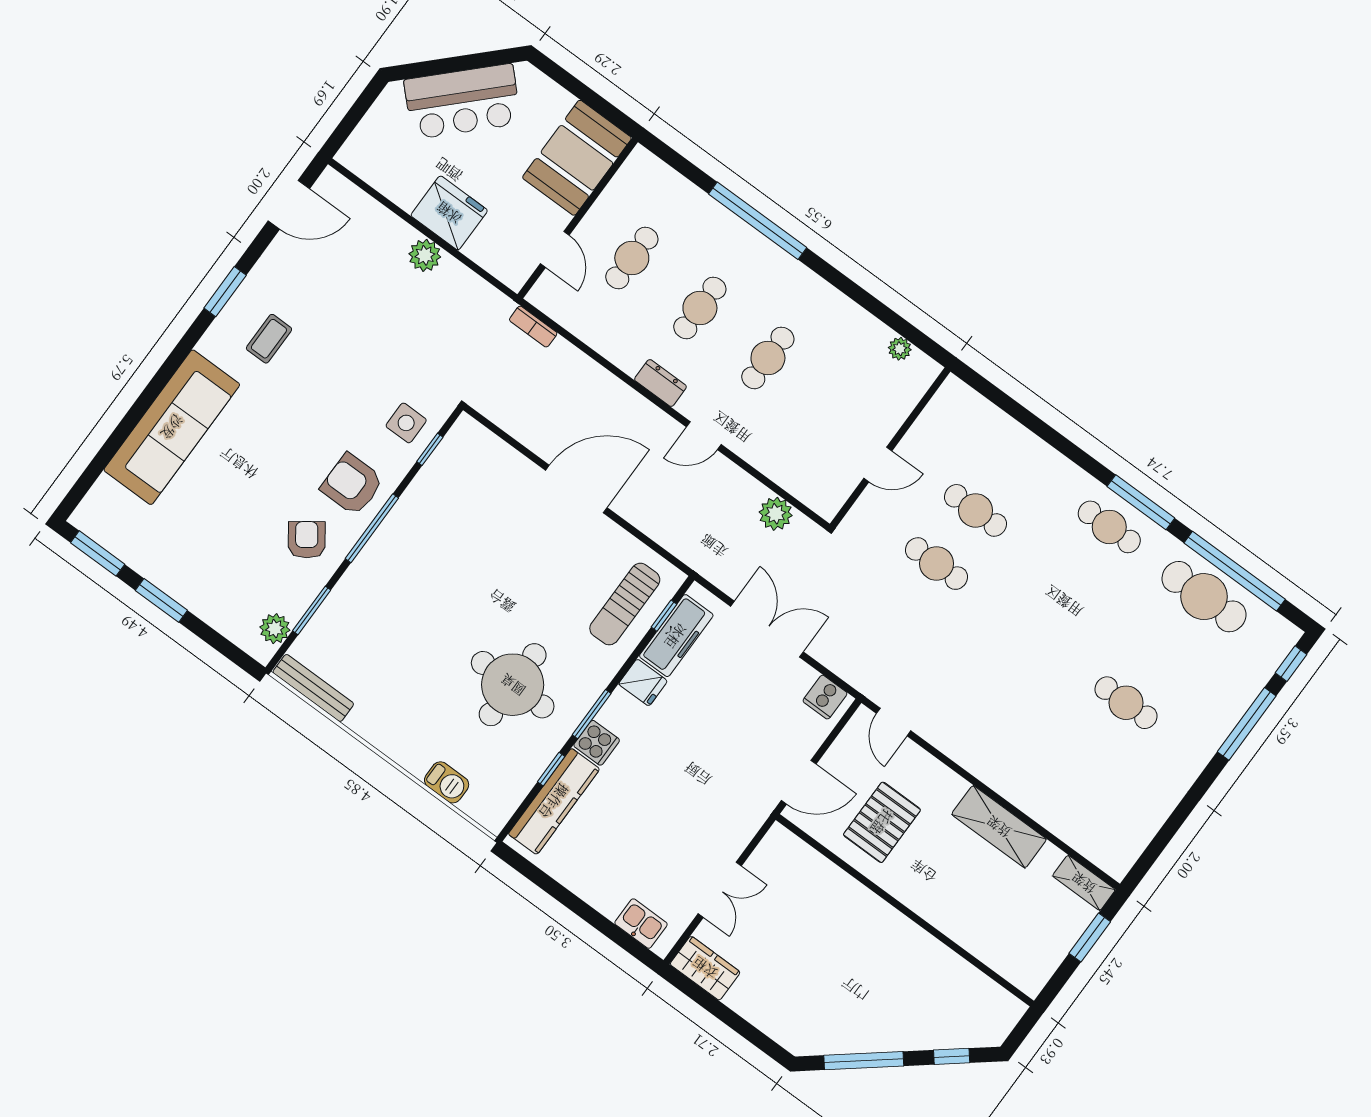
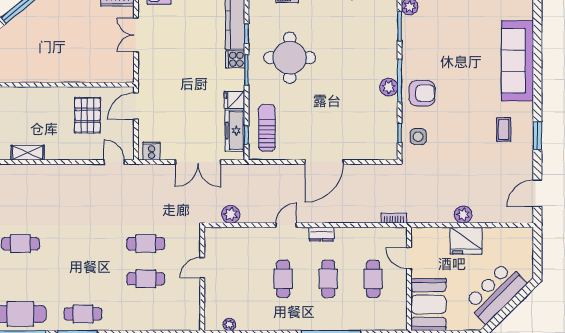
plant: (396, 530) -> (389, 87), added
armchair: (307, 540) -> (424, 55), removed
shelving: (999, 827) -> (28, 153), width x0.67, depth x0.75

